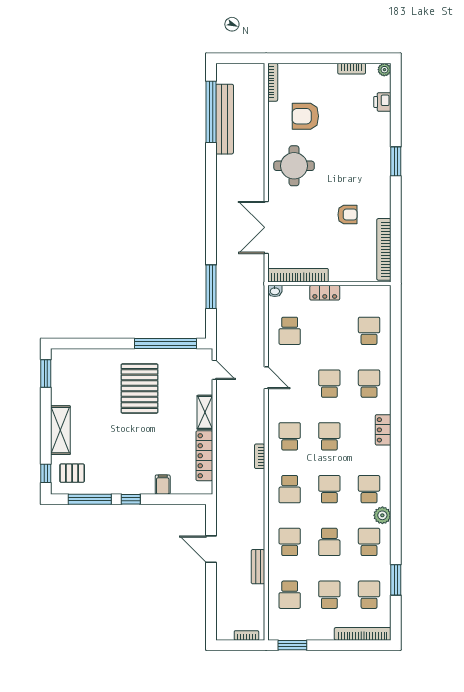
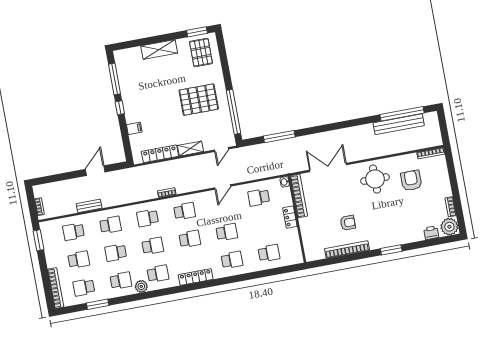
plant: (384, 70) -> (449, 227), width x1.88, depth x1.88
armchair: (347, 215) -> (348, 223), turned -90
bookcase: (384, 249) -> (347, 249), moved
locker: (383, 430) -> (196, 277), width x1.53
window: (46, 473) -> (127, 45), removed
pallet: (72, 473) -> (201, 52), moved, width x1.50, depth x1.42
school desk: (369, 595) -> (84, 287), turned 180

